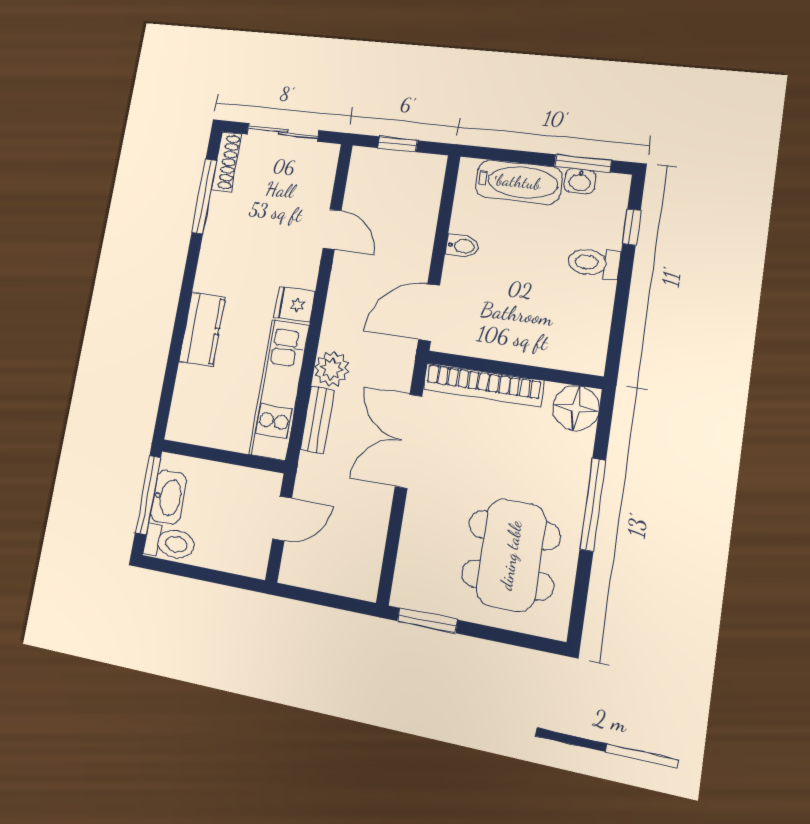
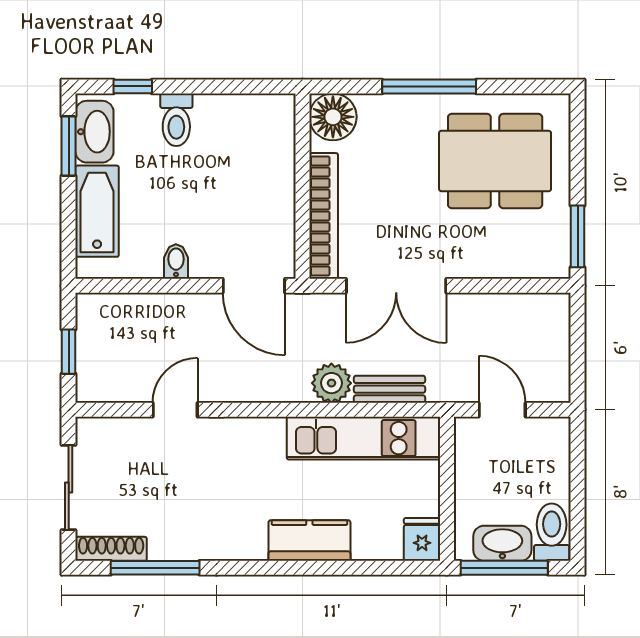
washbasin: (580, 181) -> (94, 132), width x1.91, depth x1.45
fridge: (294, 304) -> (422, 539), moved, turned 180

